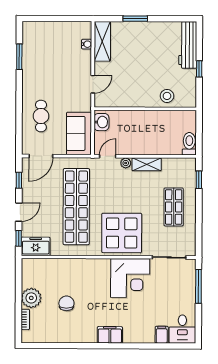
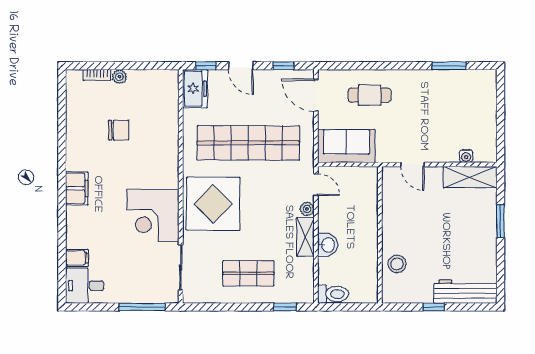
washbasin: (101, 122) -> (328, 245), moved, turned -90
plant: (31, 298) -> (119, 77), width x0.53, depth x0.53

